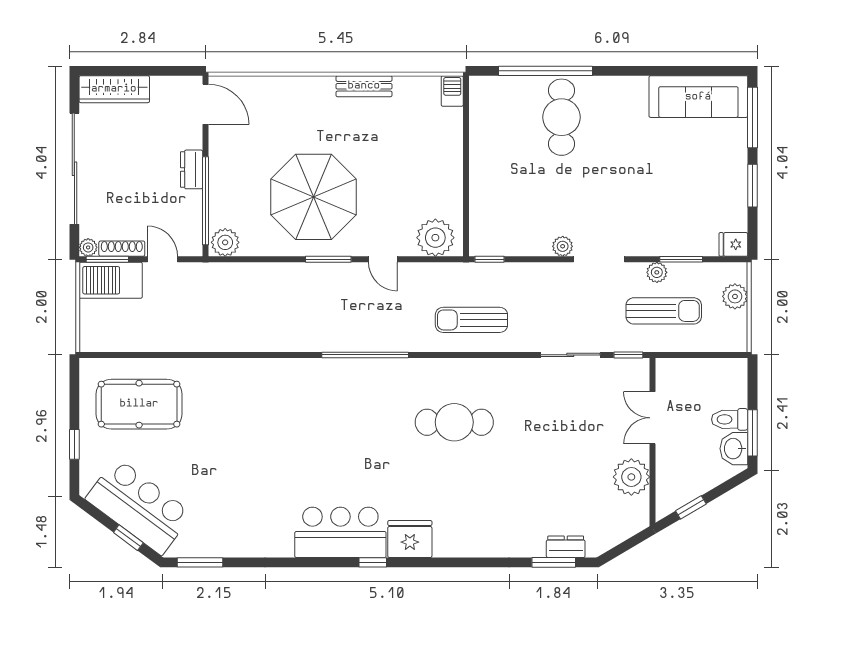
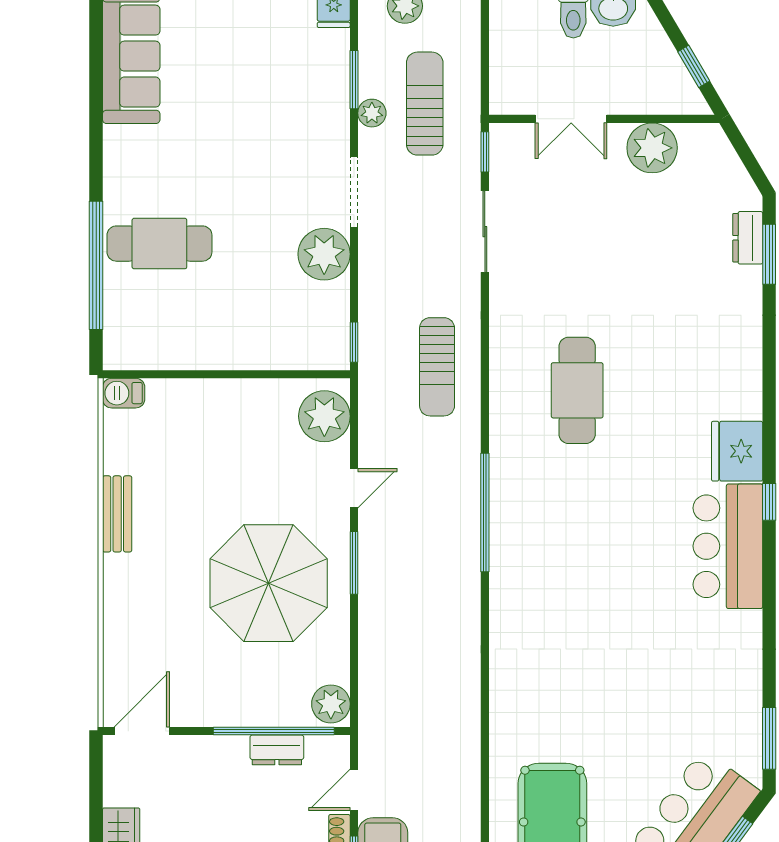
dresser: (192, 169) -> (277, 750), moved
plant: (563, 246) -> (324, 254), width x1.88, depth x1.88

